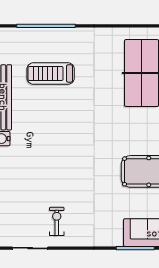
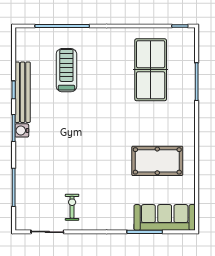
treadmill: (51, 73) -> (66, 70), turned 90

